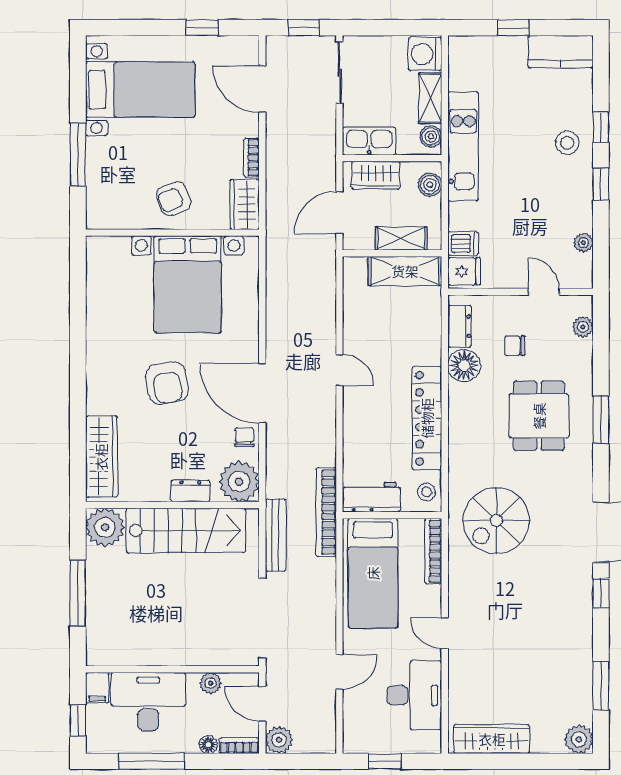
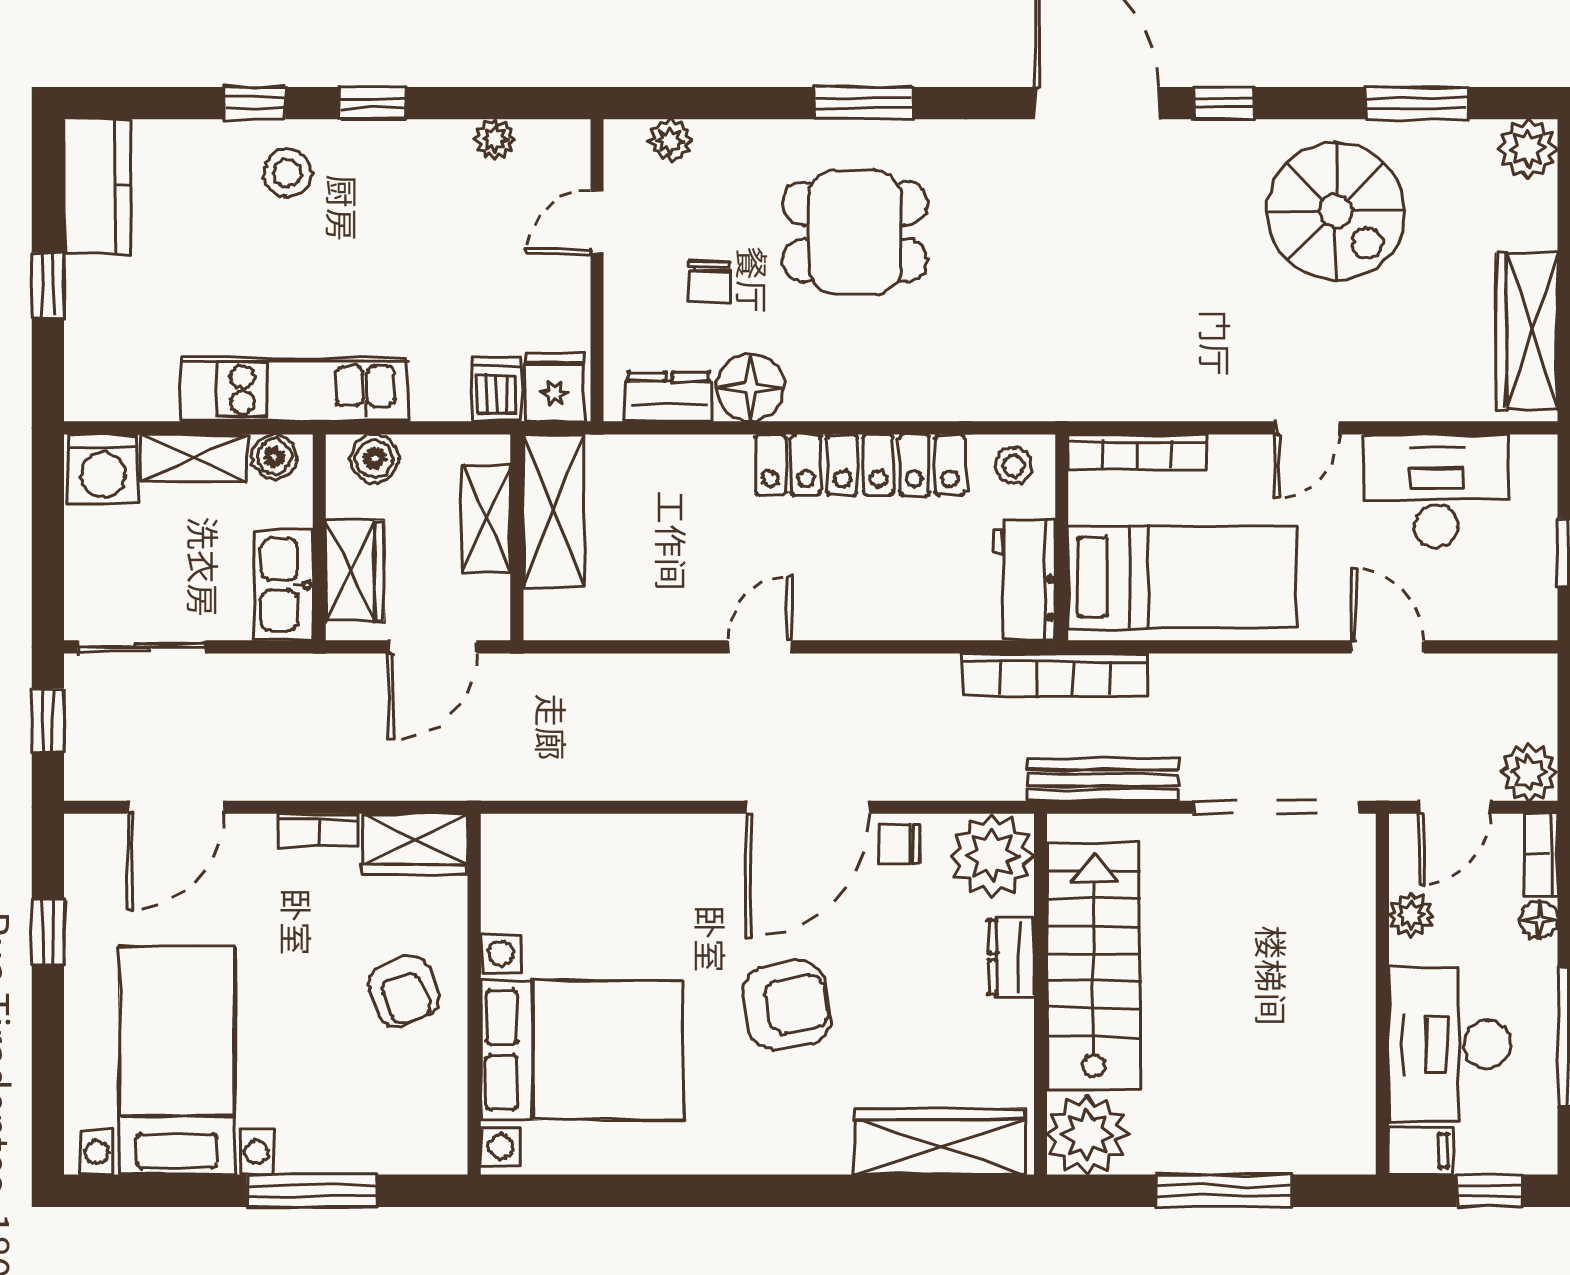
door: (339, 213) -> (432, 647), hinge flipped
bed with nightstands: (188, 284) -> (581, 1050), moved
spiral stairs: (496, 521) -> (1336, 211), moved

